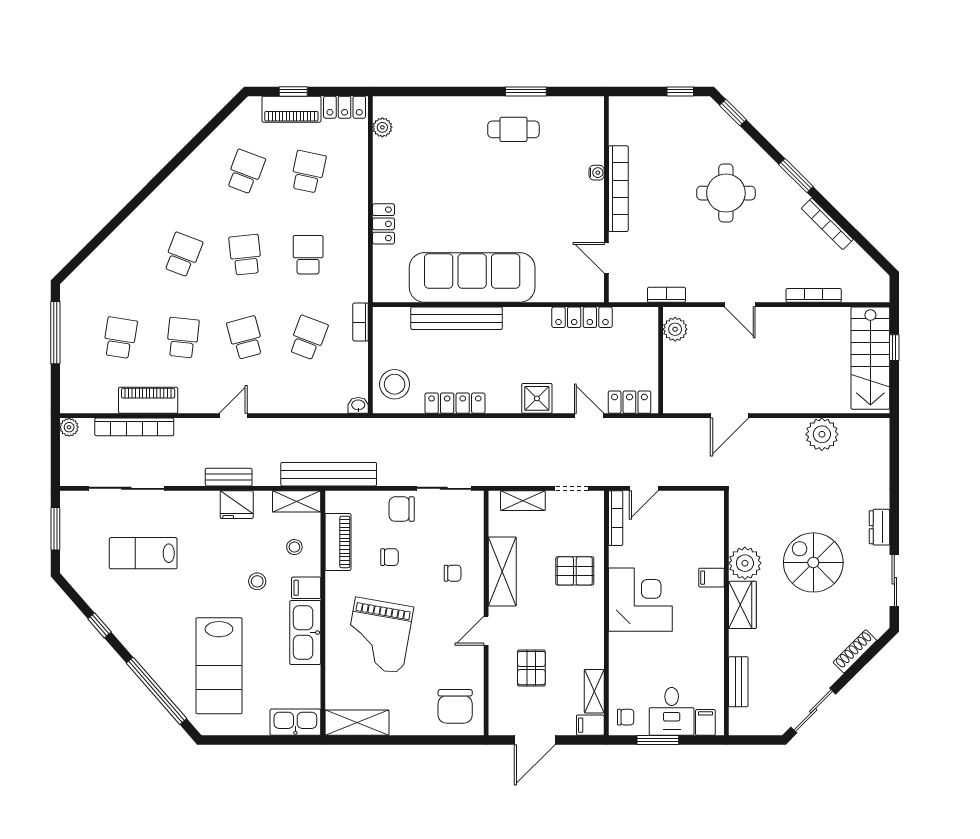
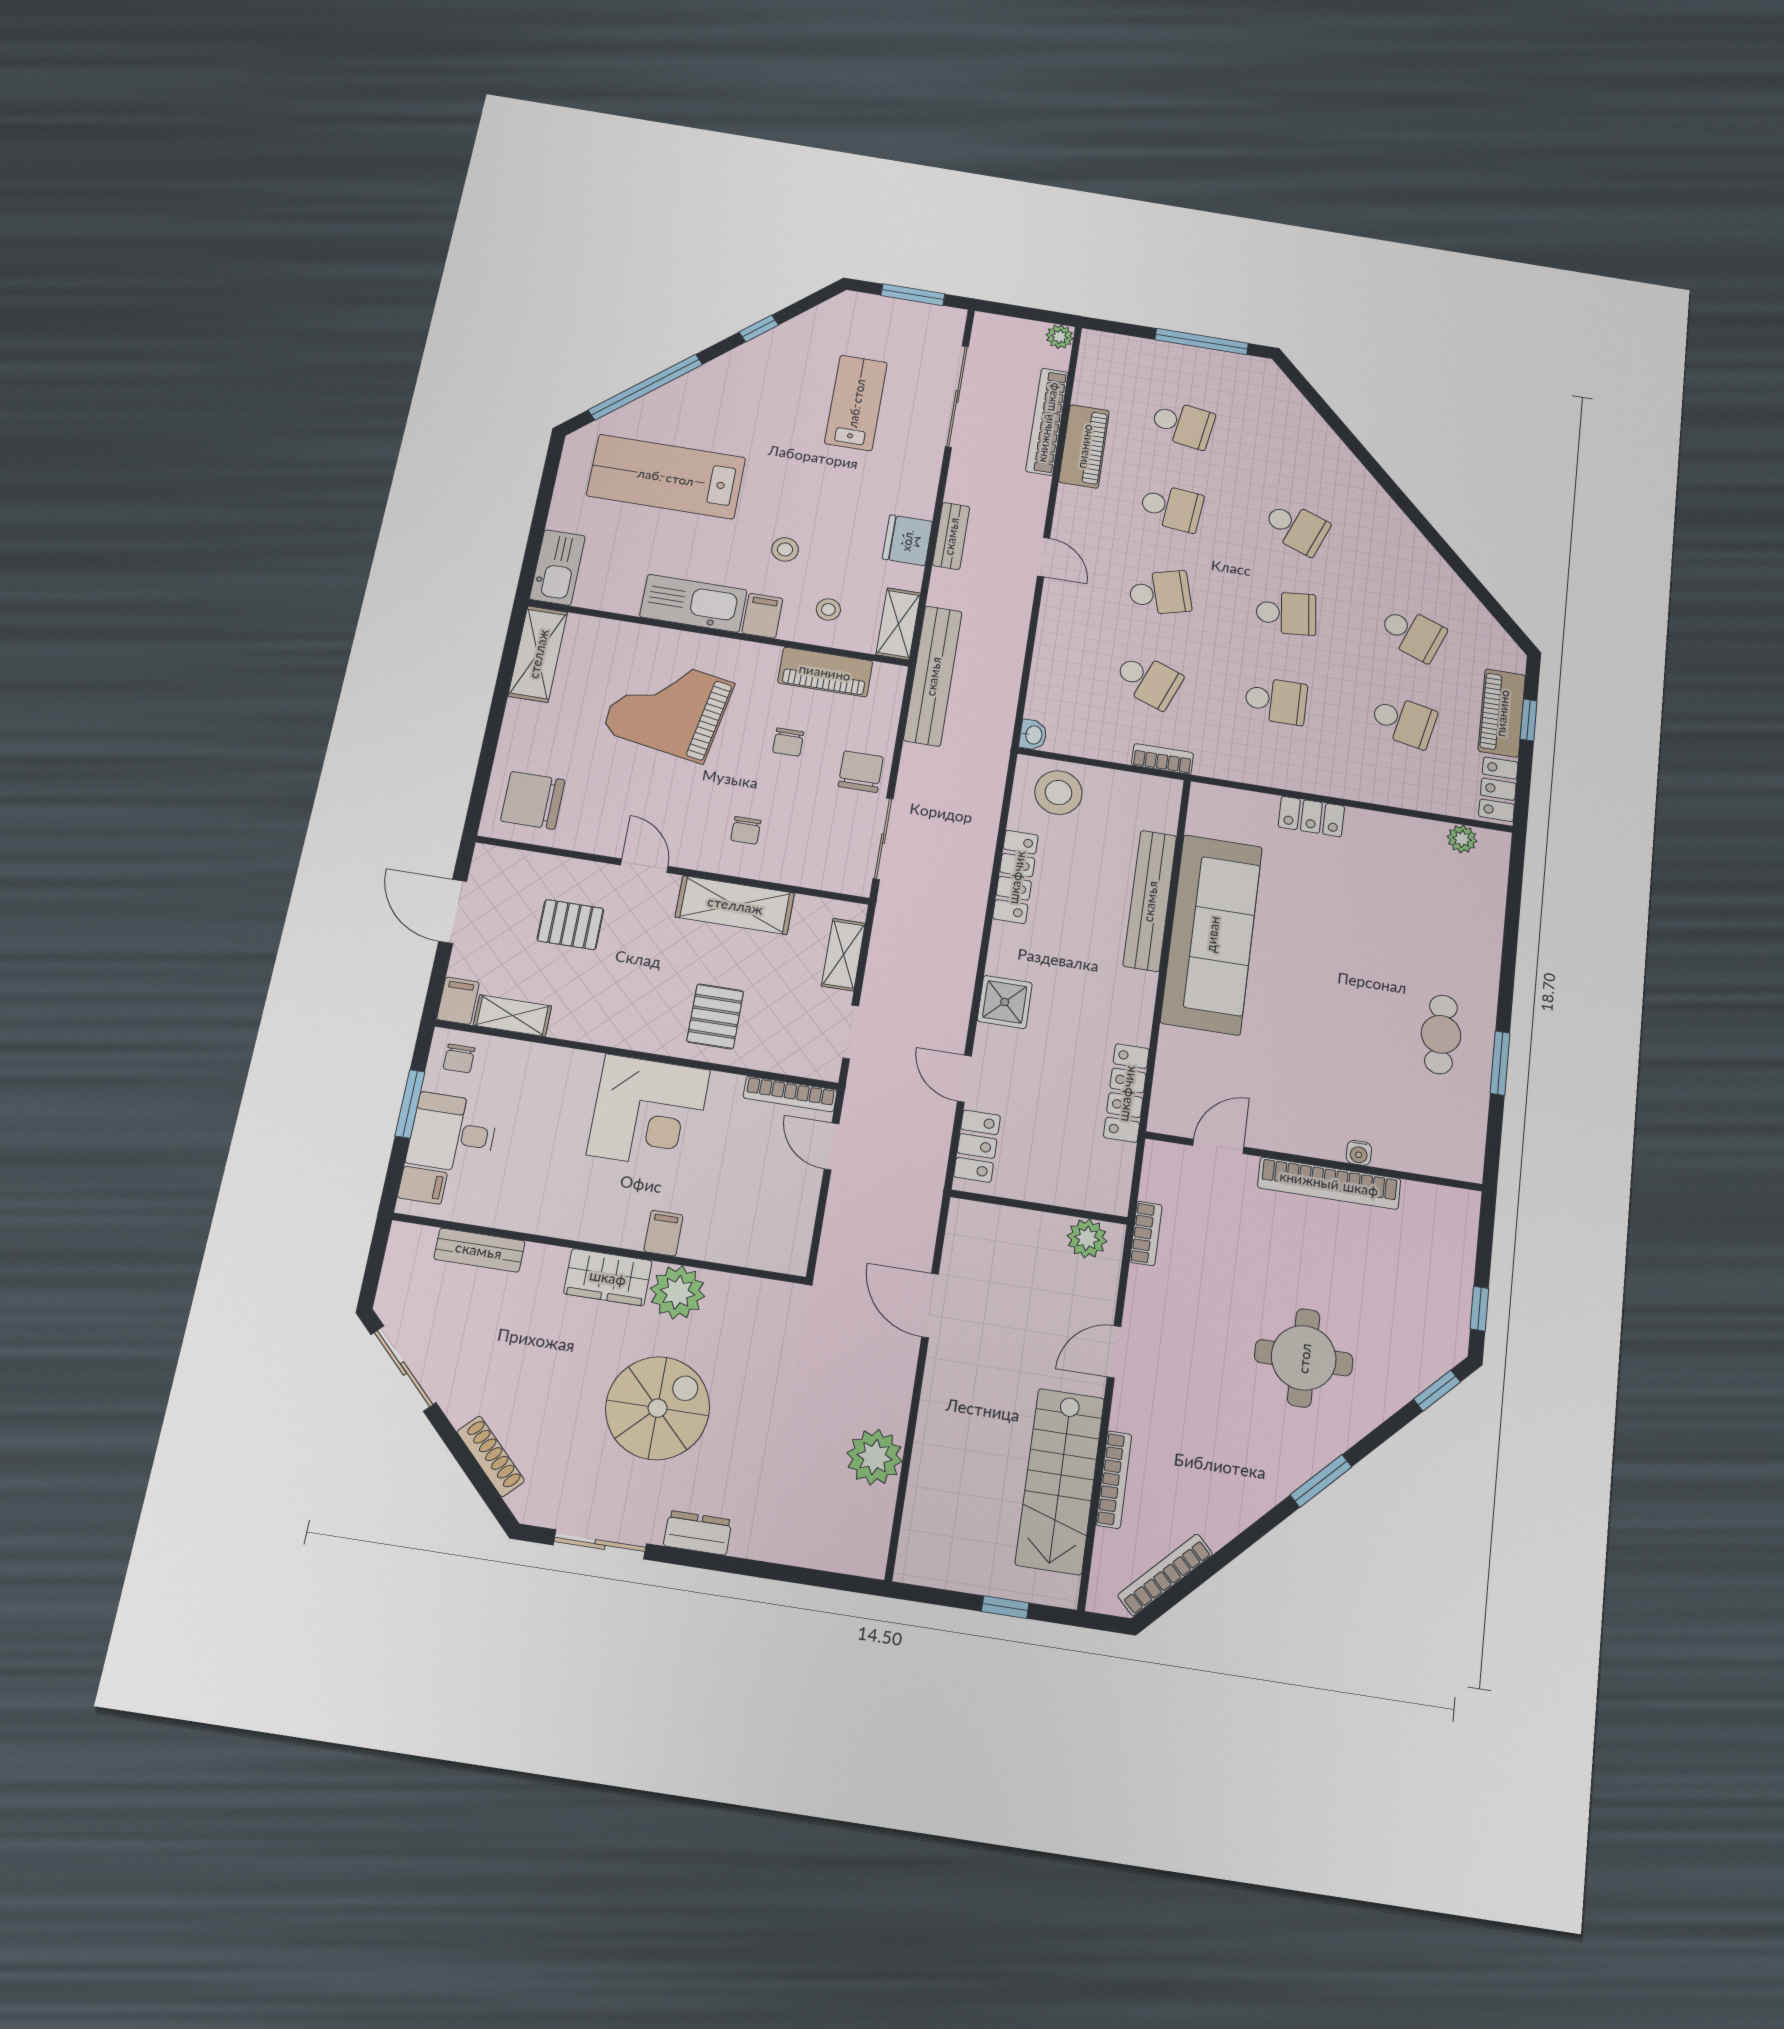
bookcase: (827, 224) -> (1165, 1575), moved
stairs: (870, 358) -> (1060, 1481), moved, turned -90
door: (589, 416) -> (964, 1079), swing flipped

